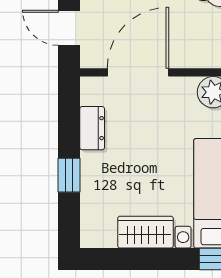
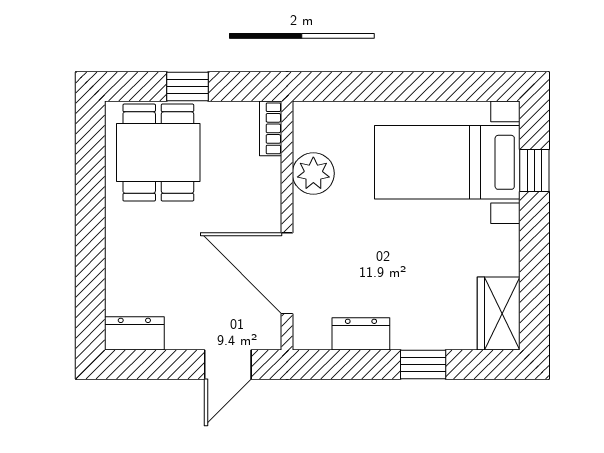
wardrobe: (145, 232) -> (499, 313), moved

